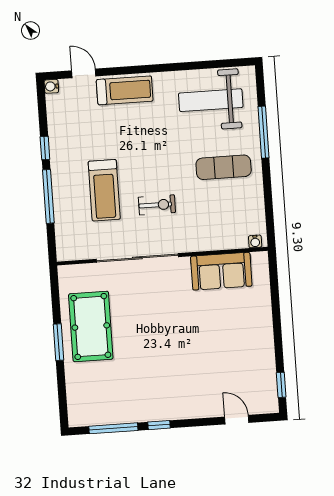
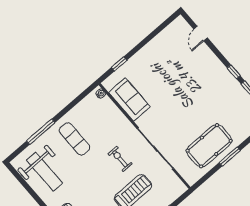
window: (281, 385) -> (119, 64), moved

